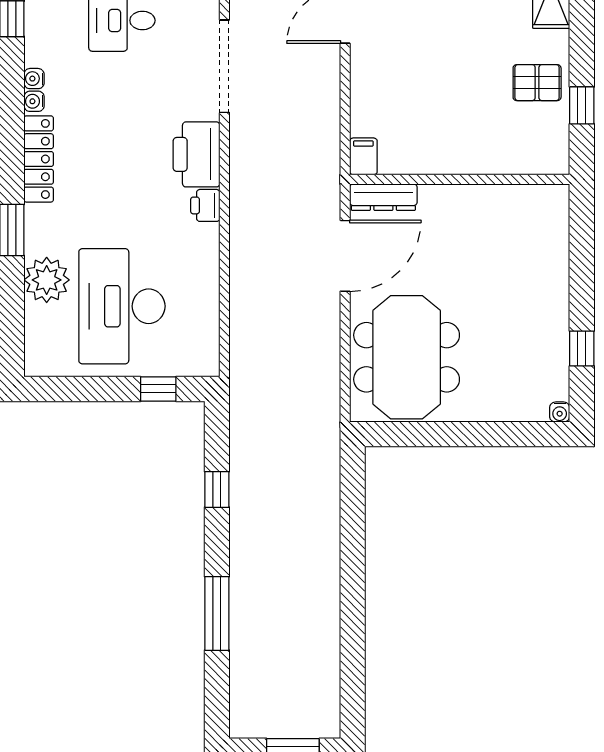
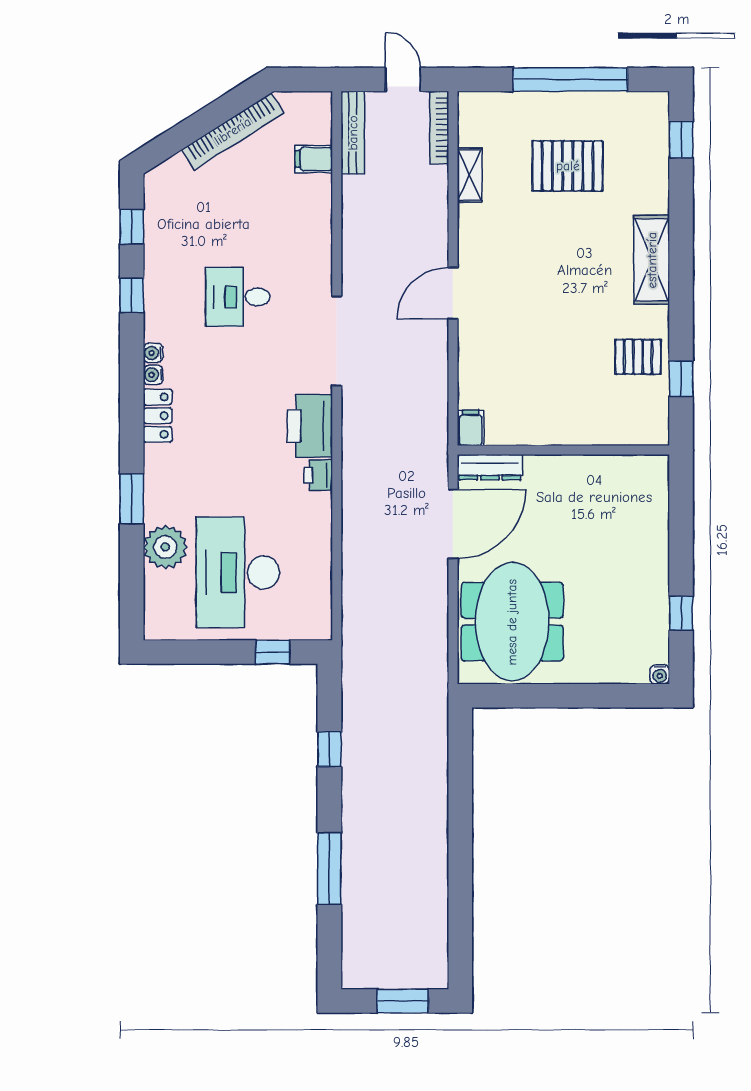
locker: (39, 159) -> (158, 416), width x0.66

